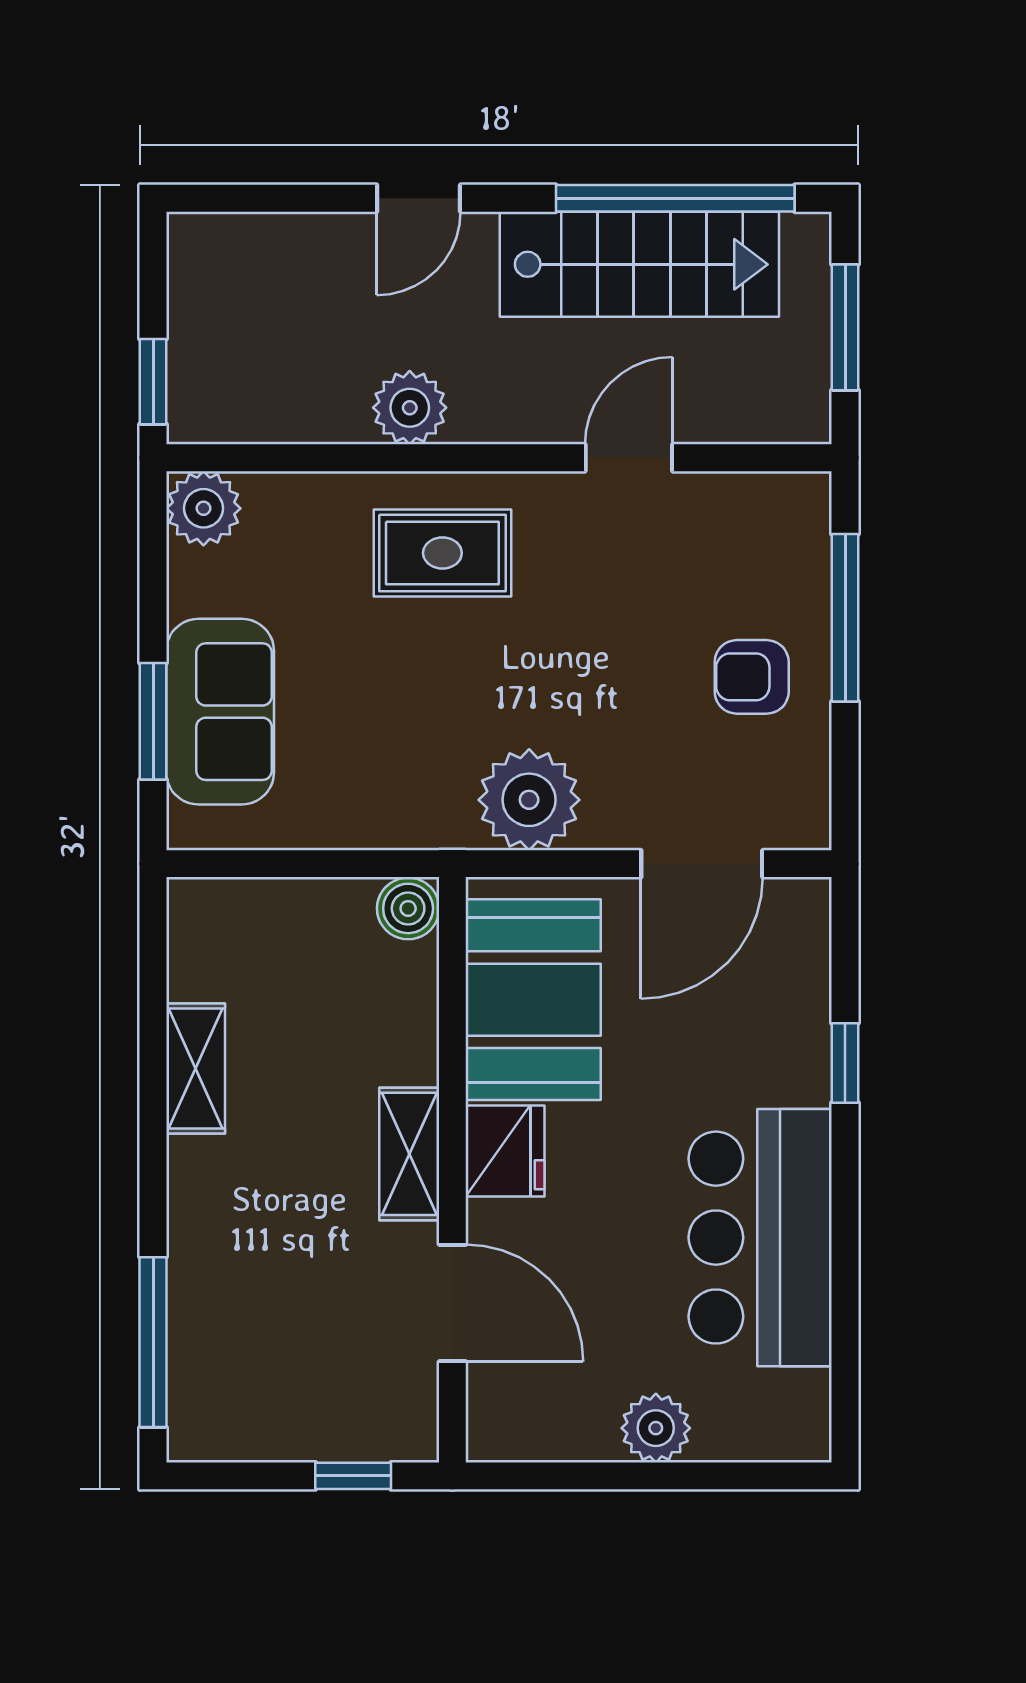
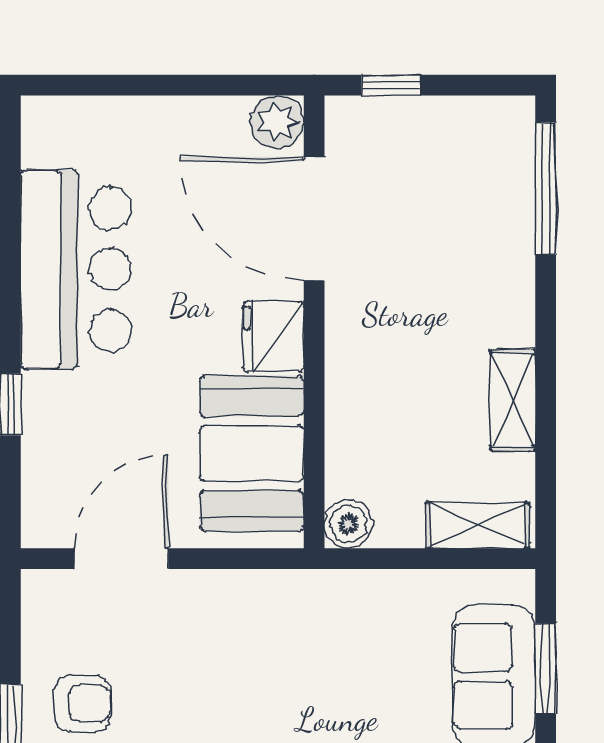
plant: (529, 800) -> (255, 608), removed
shelving: (409, 1154) -> (478, 525), moved, turned 90
door: (452, 1303) -> (314, 219), width x1.36
plant: (656, 1428) -> (277, 122), moved

